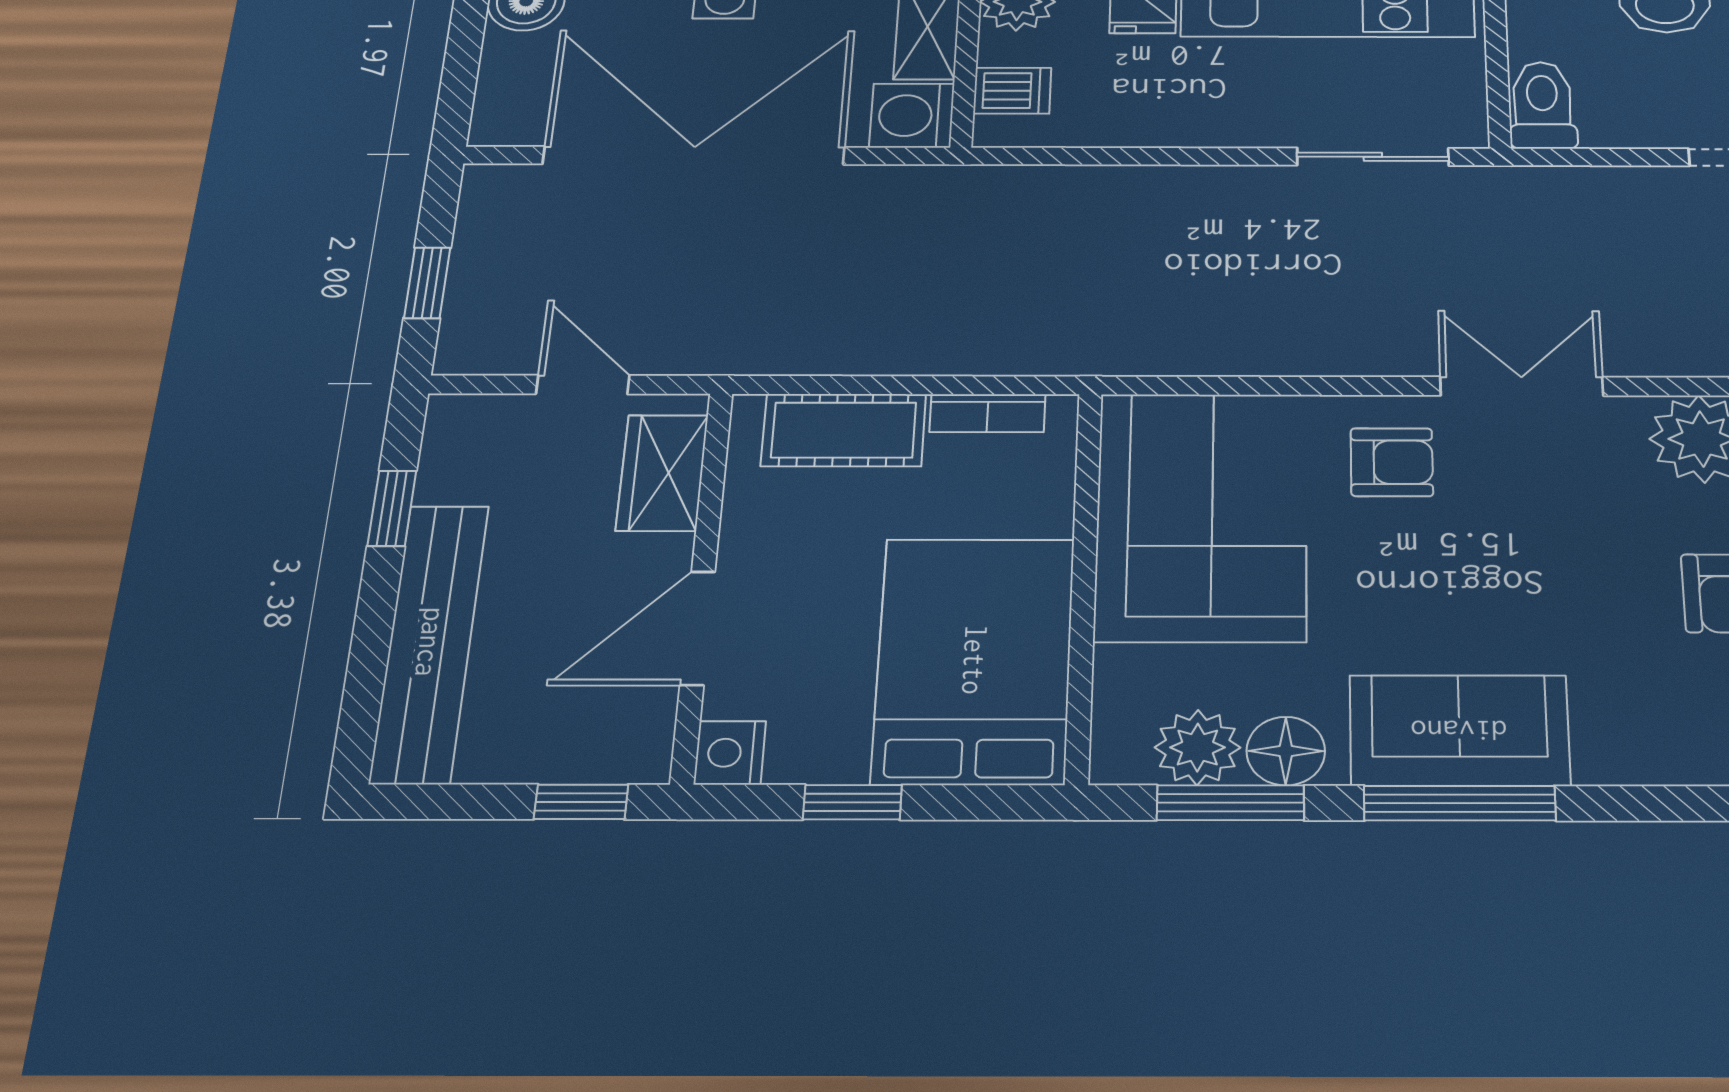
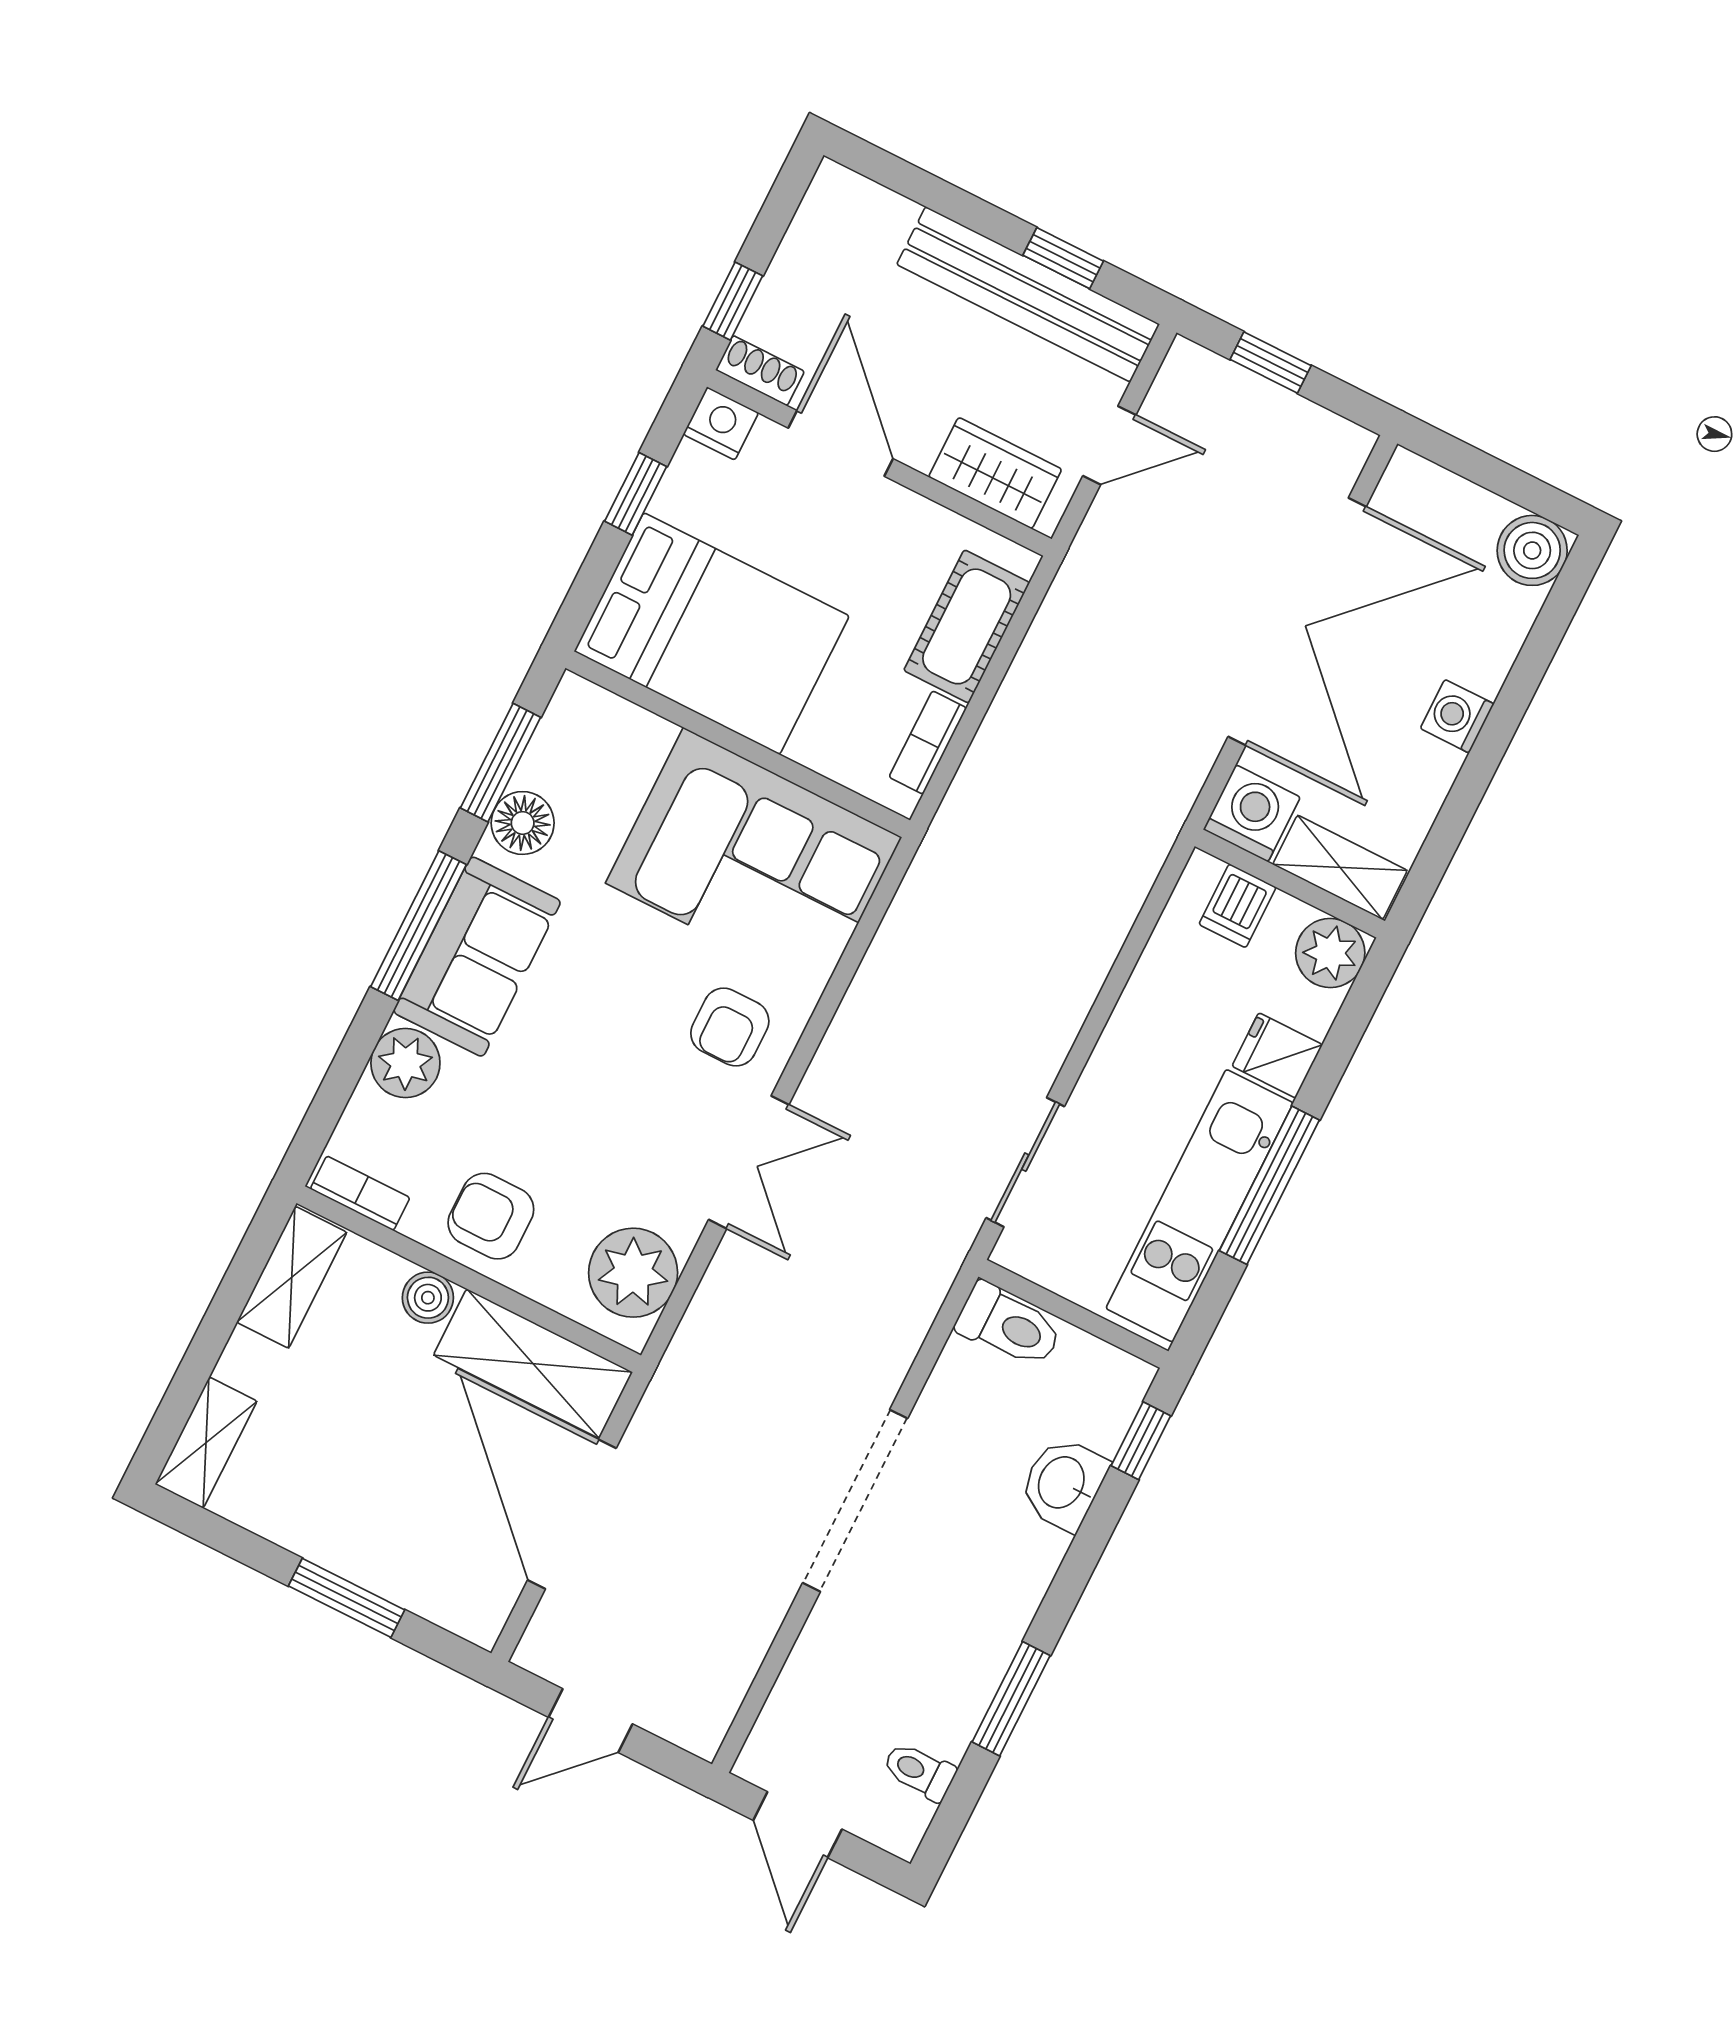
bench: (430, 642) -> (1028, 294), moved
shoe rack: (650, 740) -> (760, 371), added
plant: (1198, 747) -> (405, 1063), moved

